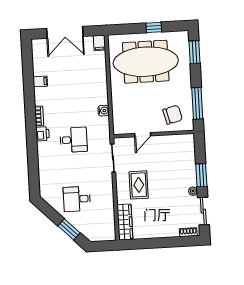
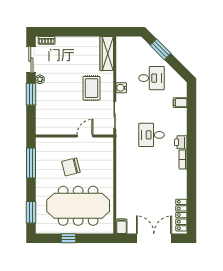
locker: (38, 58) -> (181, 215), added
filing cabinet: (40, 81) -> (180, 103), moved
water cooler: (103, 111) -> (121, 88), moved
chair: (173, 115) -> (71, 167), moved

